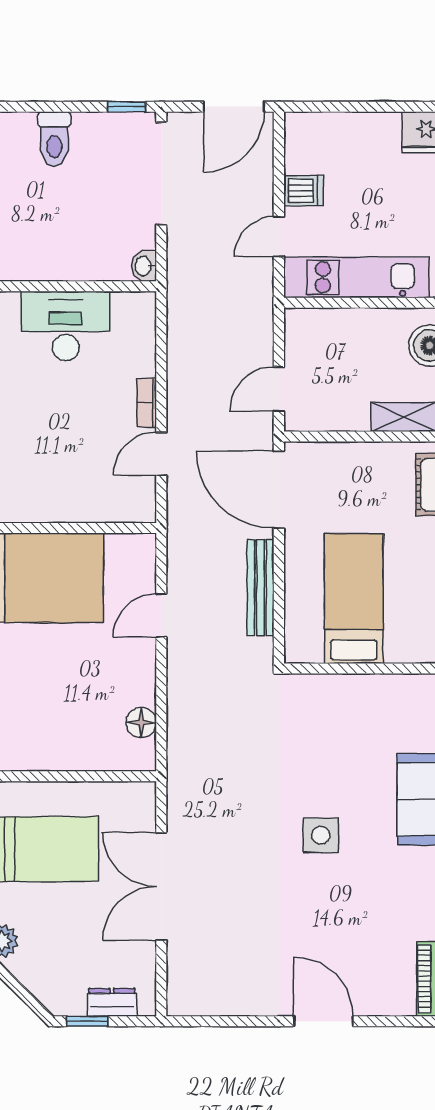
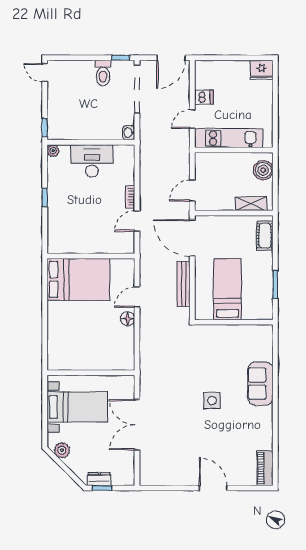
toilet: (54, 139) -> (103, 73), moved
floor lamp: (141, 722) -> (128, 319), moved
dresser: (112, 1002) -> (99, 479), moved

